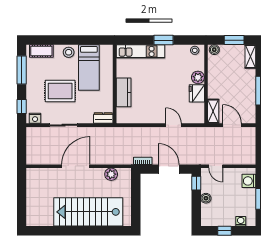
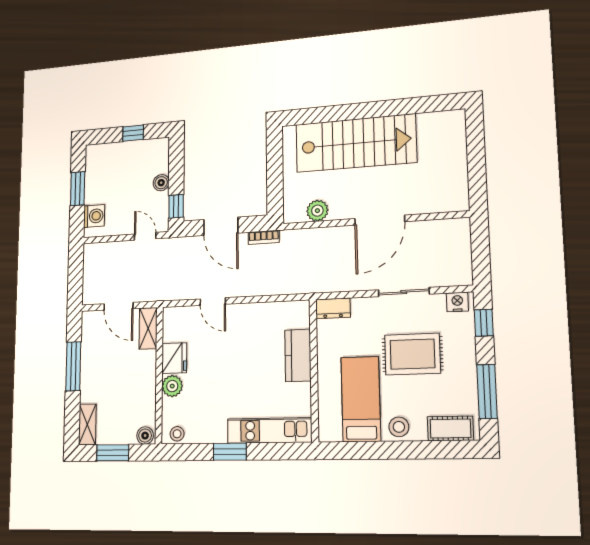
washing machine: (241, 221) -> (108, 151), removed

